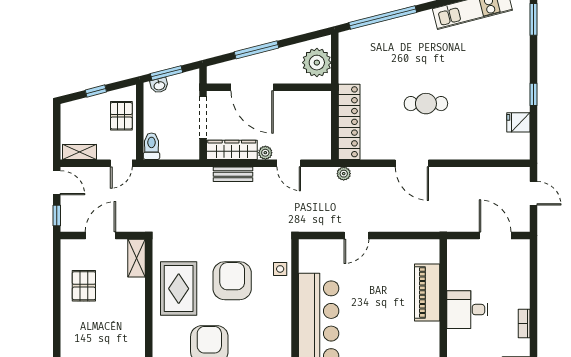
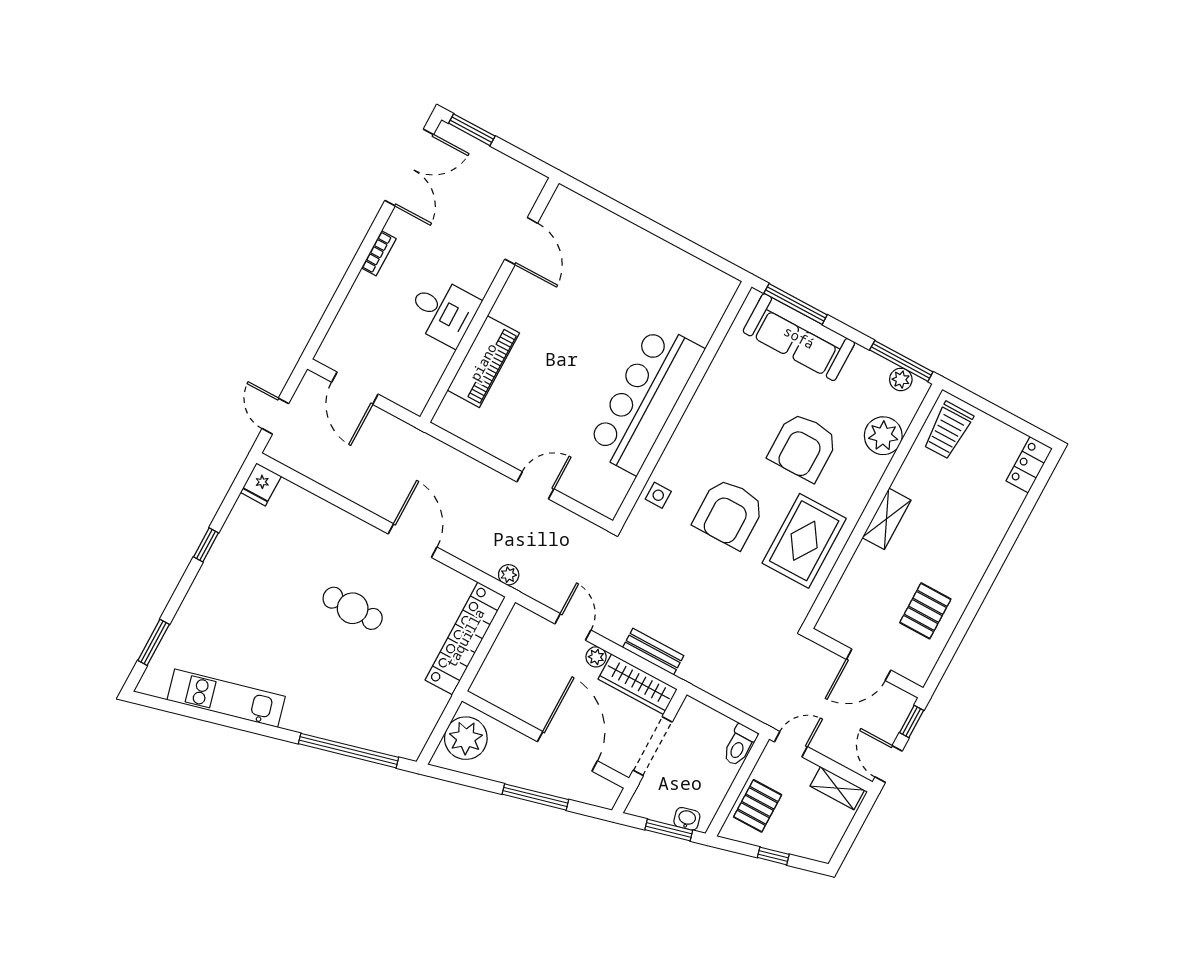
fridge: (518, 122) -> (261, 484), moved, turned 90
shelving: (137, 258) -> (887, 519), moved

